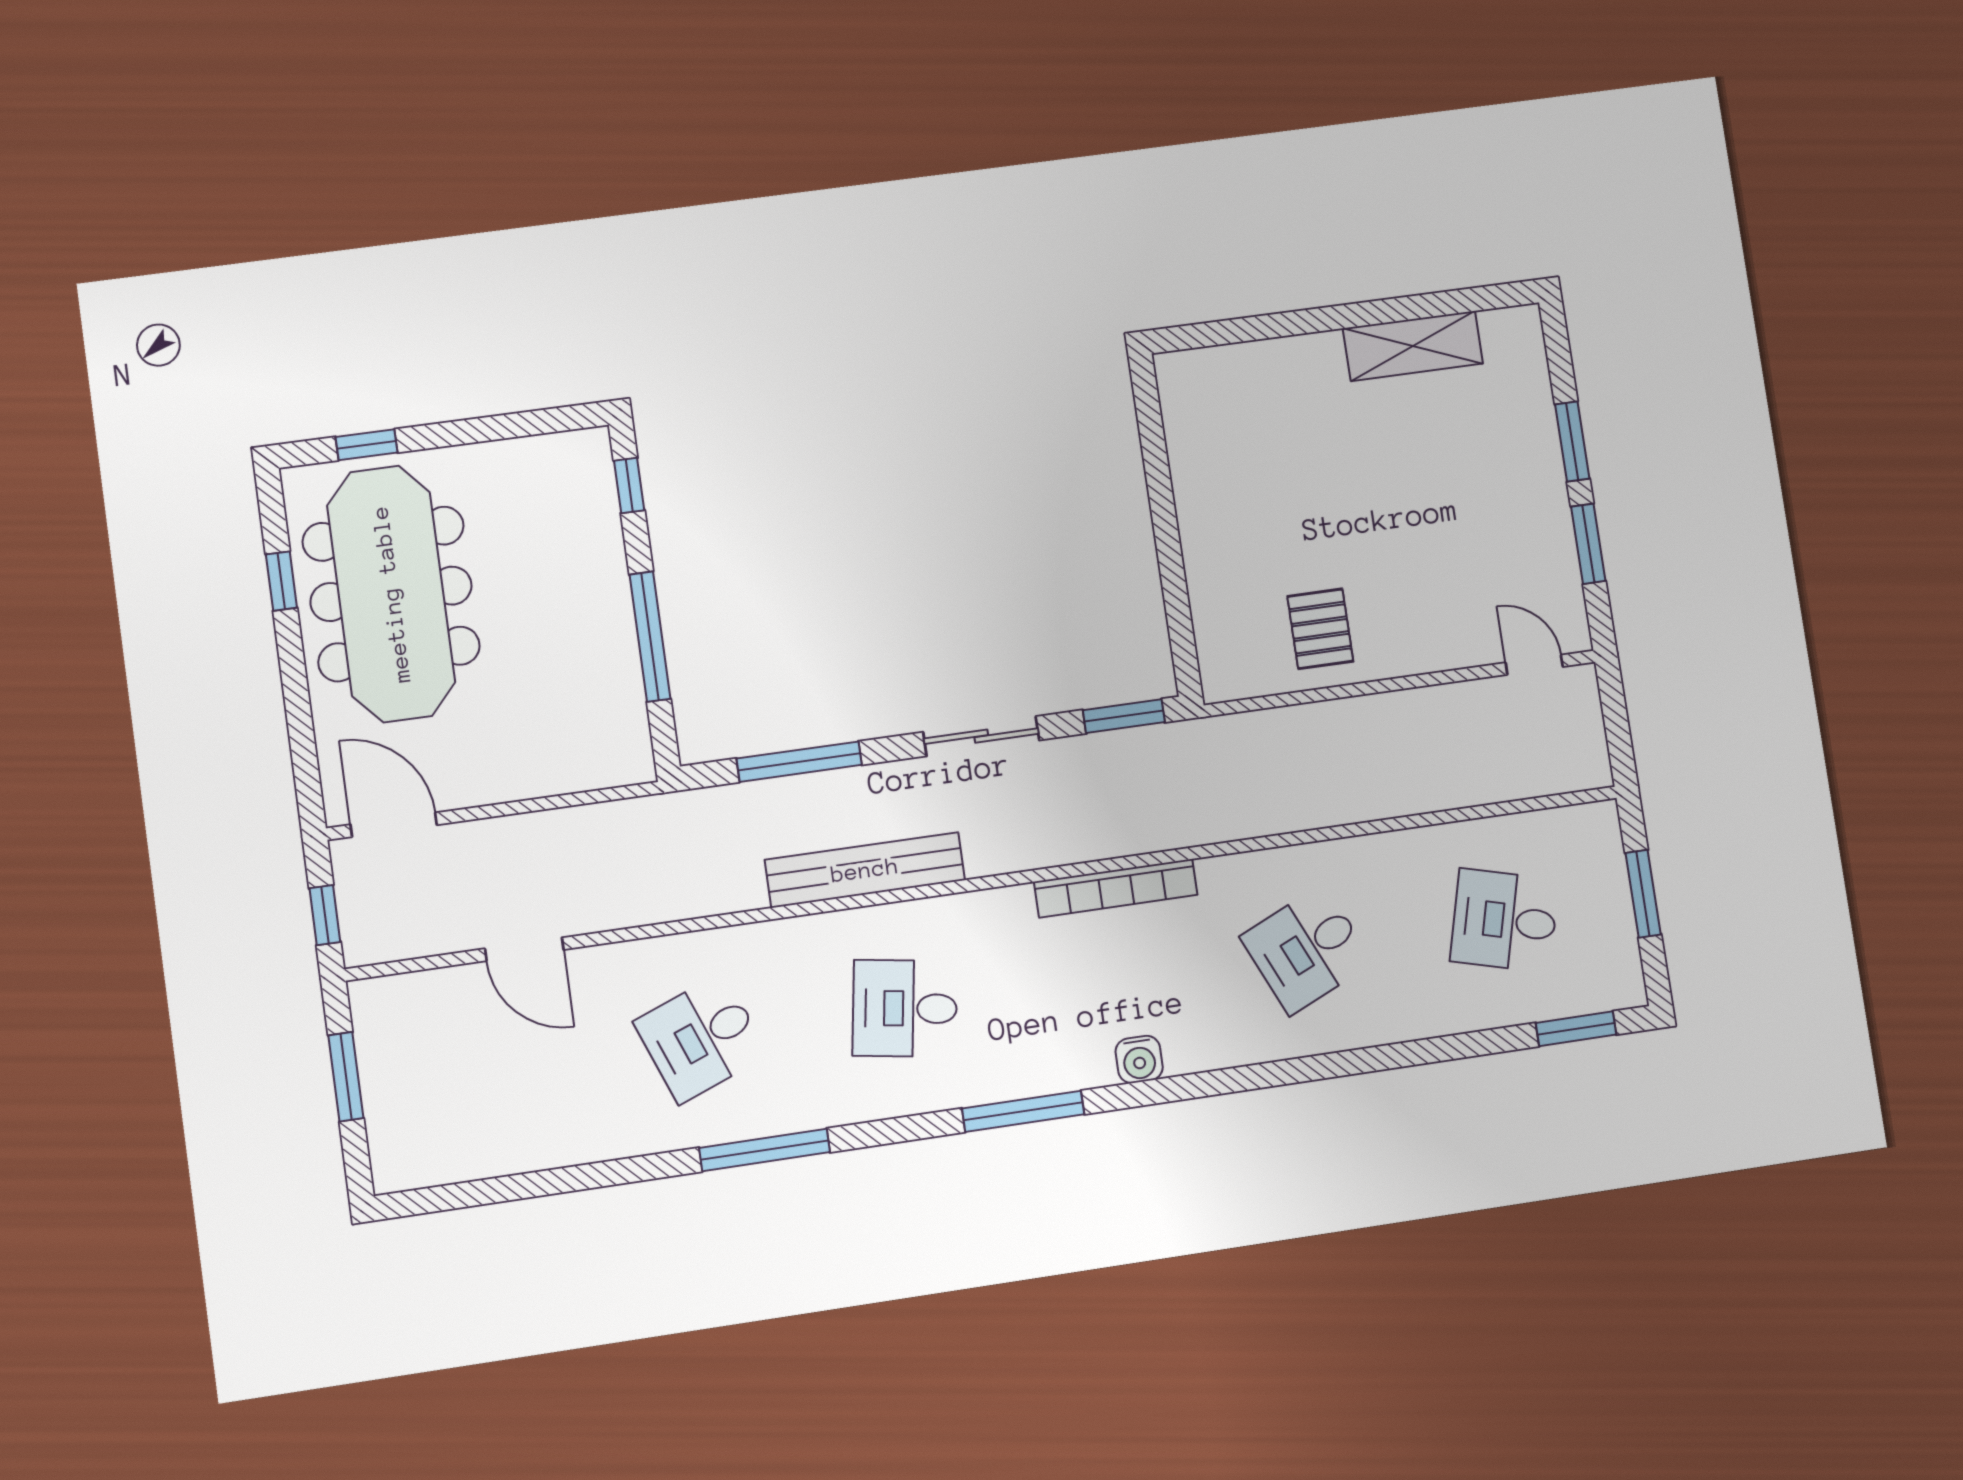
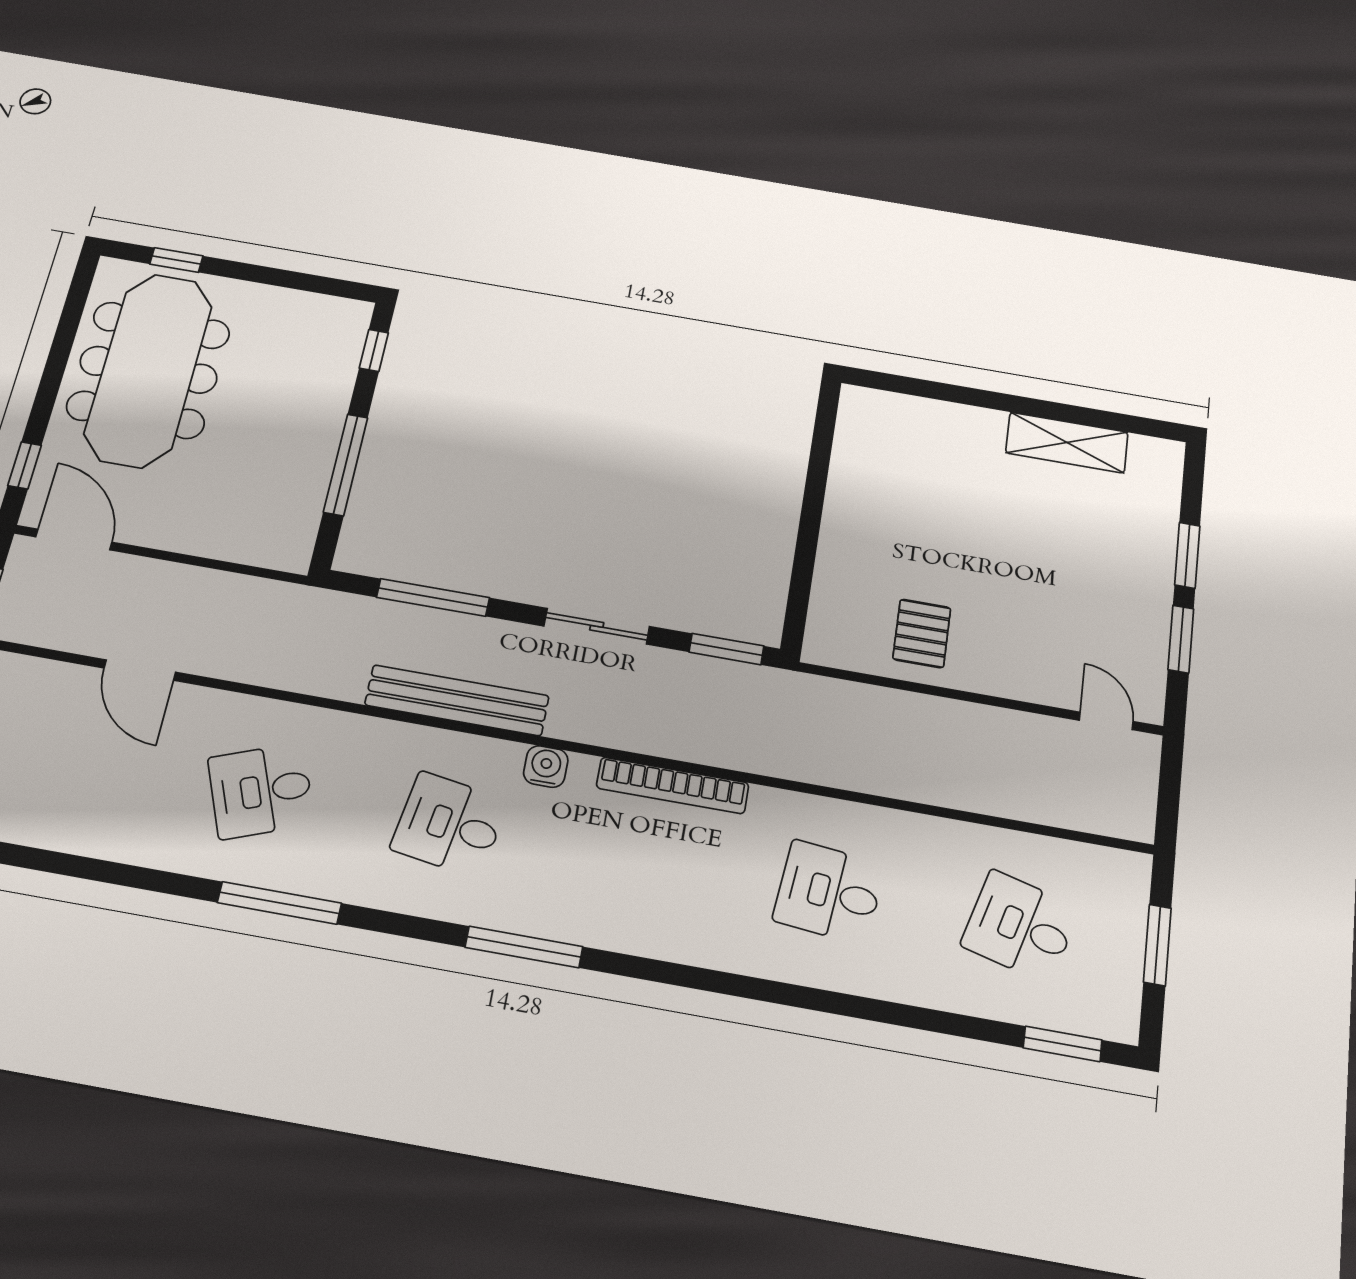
window: (281, 581) -> (25, 465), moved
desk: (1307, 949) -> (829, 892), turned 30
water cooler: (1139, 1059) -> (546, 767), moved, turned 180

